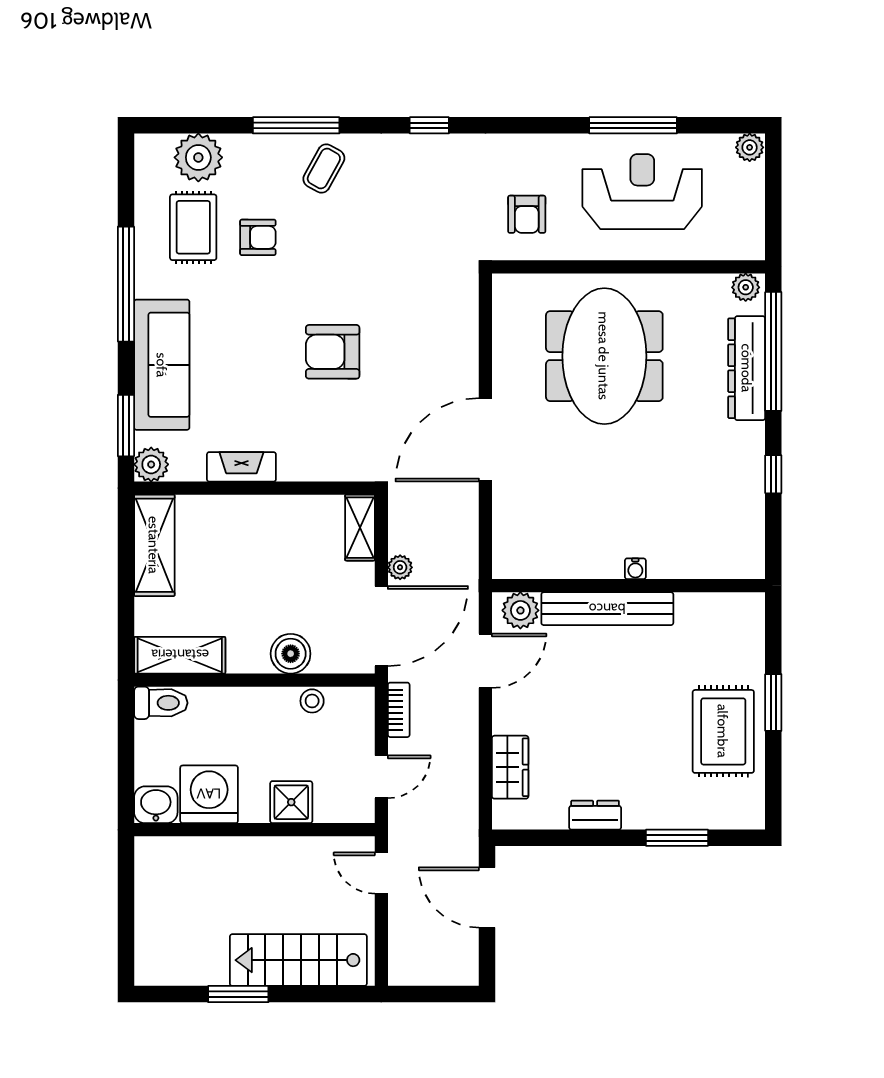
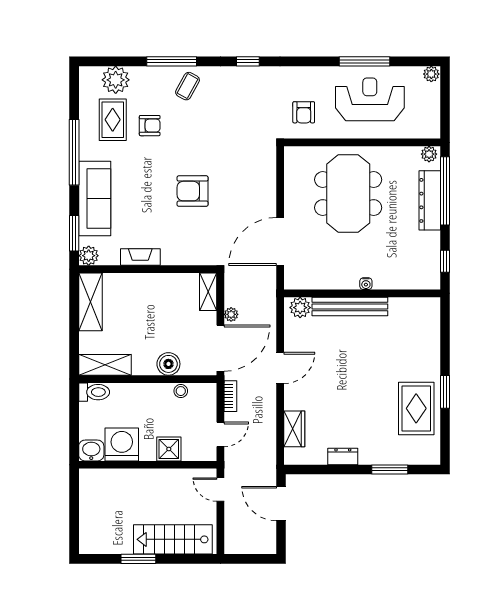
water cooler: (635, 569) -> (366, 284), moved
wall: (629, 586) -> (362, 293), moved
bench: (607, 609) -> (350, 306), moved
plant: (520, 610) -> (300, 308), moved

